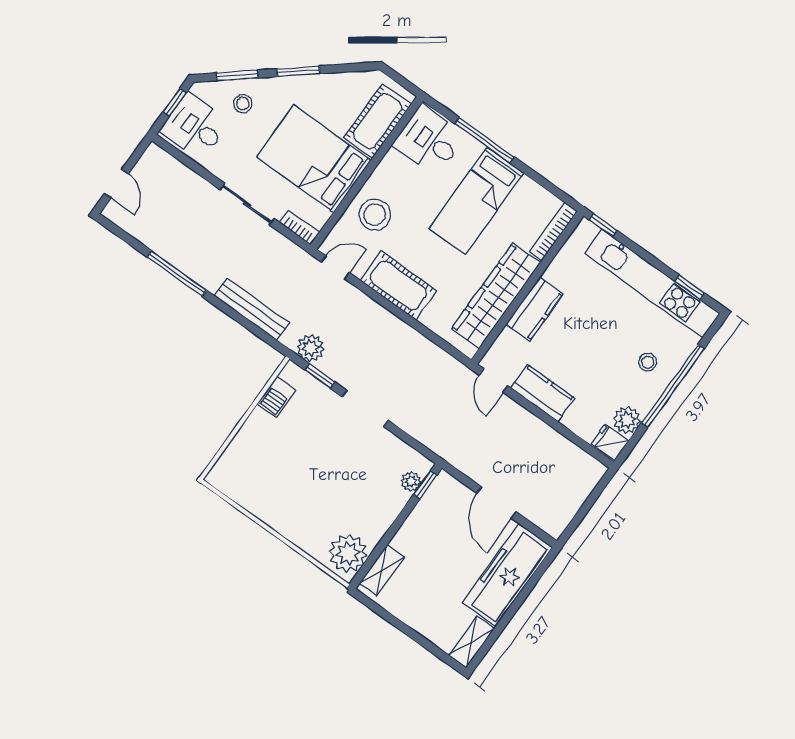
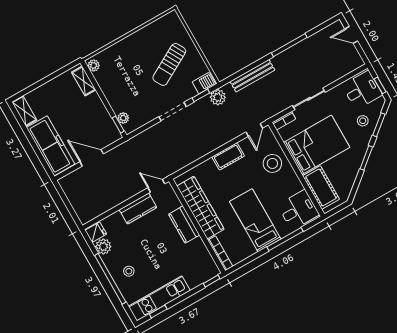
kitchen unit: (652, 283) -> (159, 298), width x0.73
cot: (398, 285) -> (228, 156), width x0.73, depth x0.75
barbecue: (277, 397) -> (204, 83), moved, turned 90
sun lounger: (294, 448) -> (169, 64), added
plant: (348, 553) -> (94, 65), width x0.53, depth x0.53

